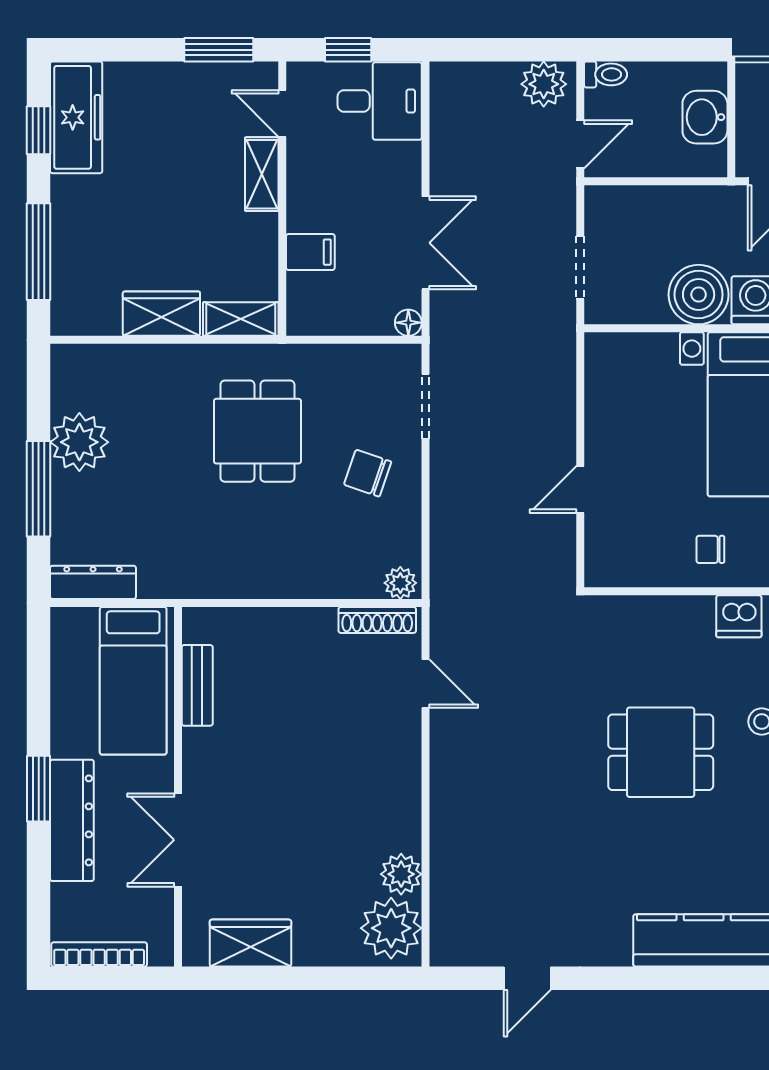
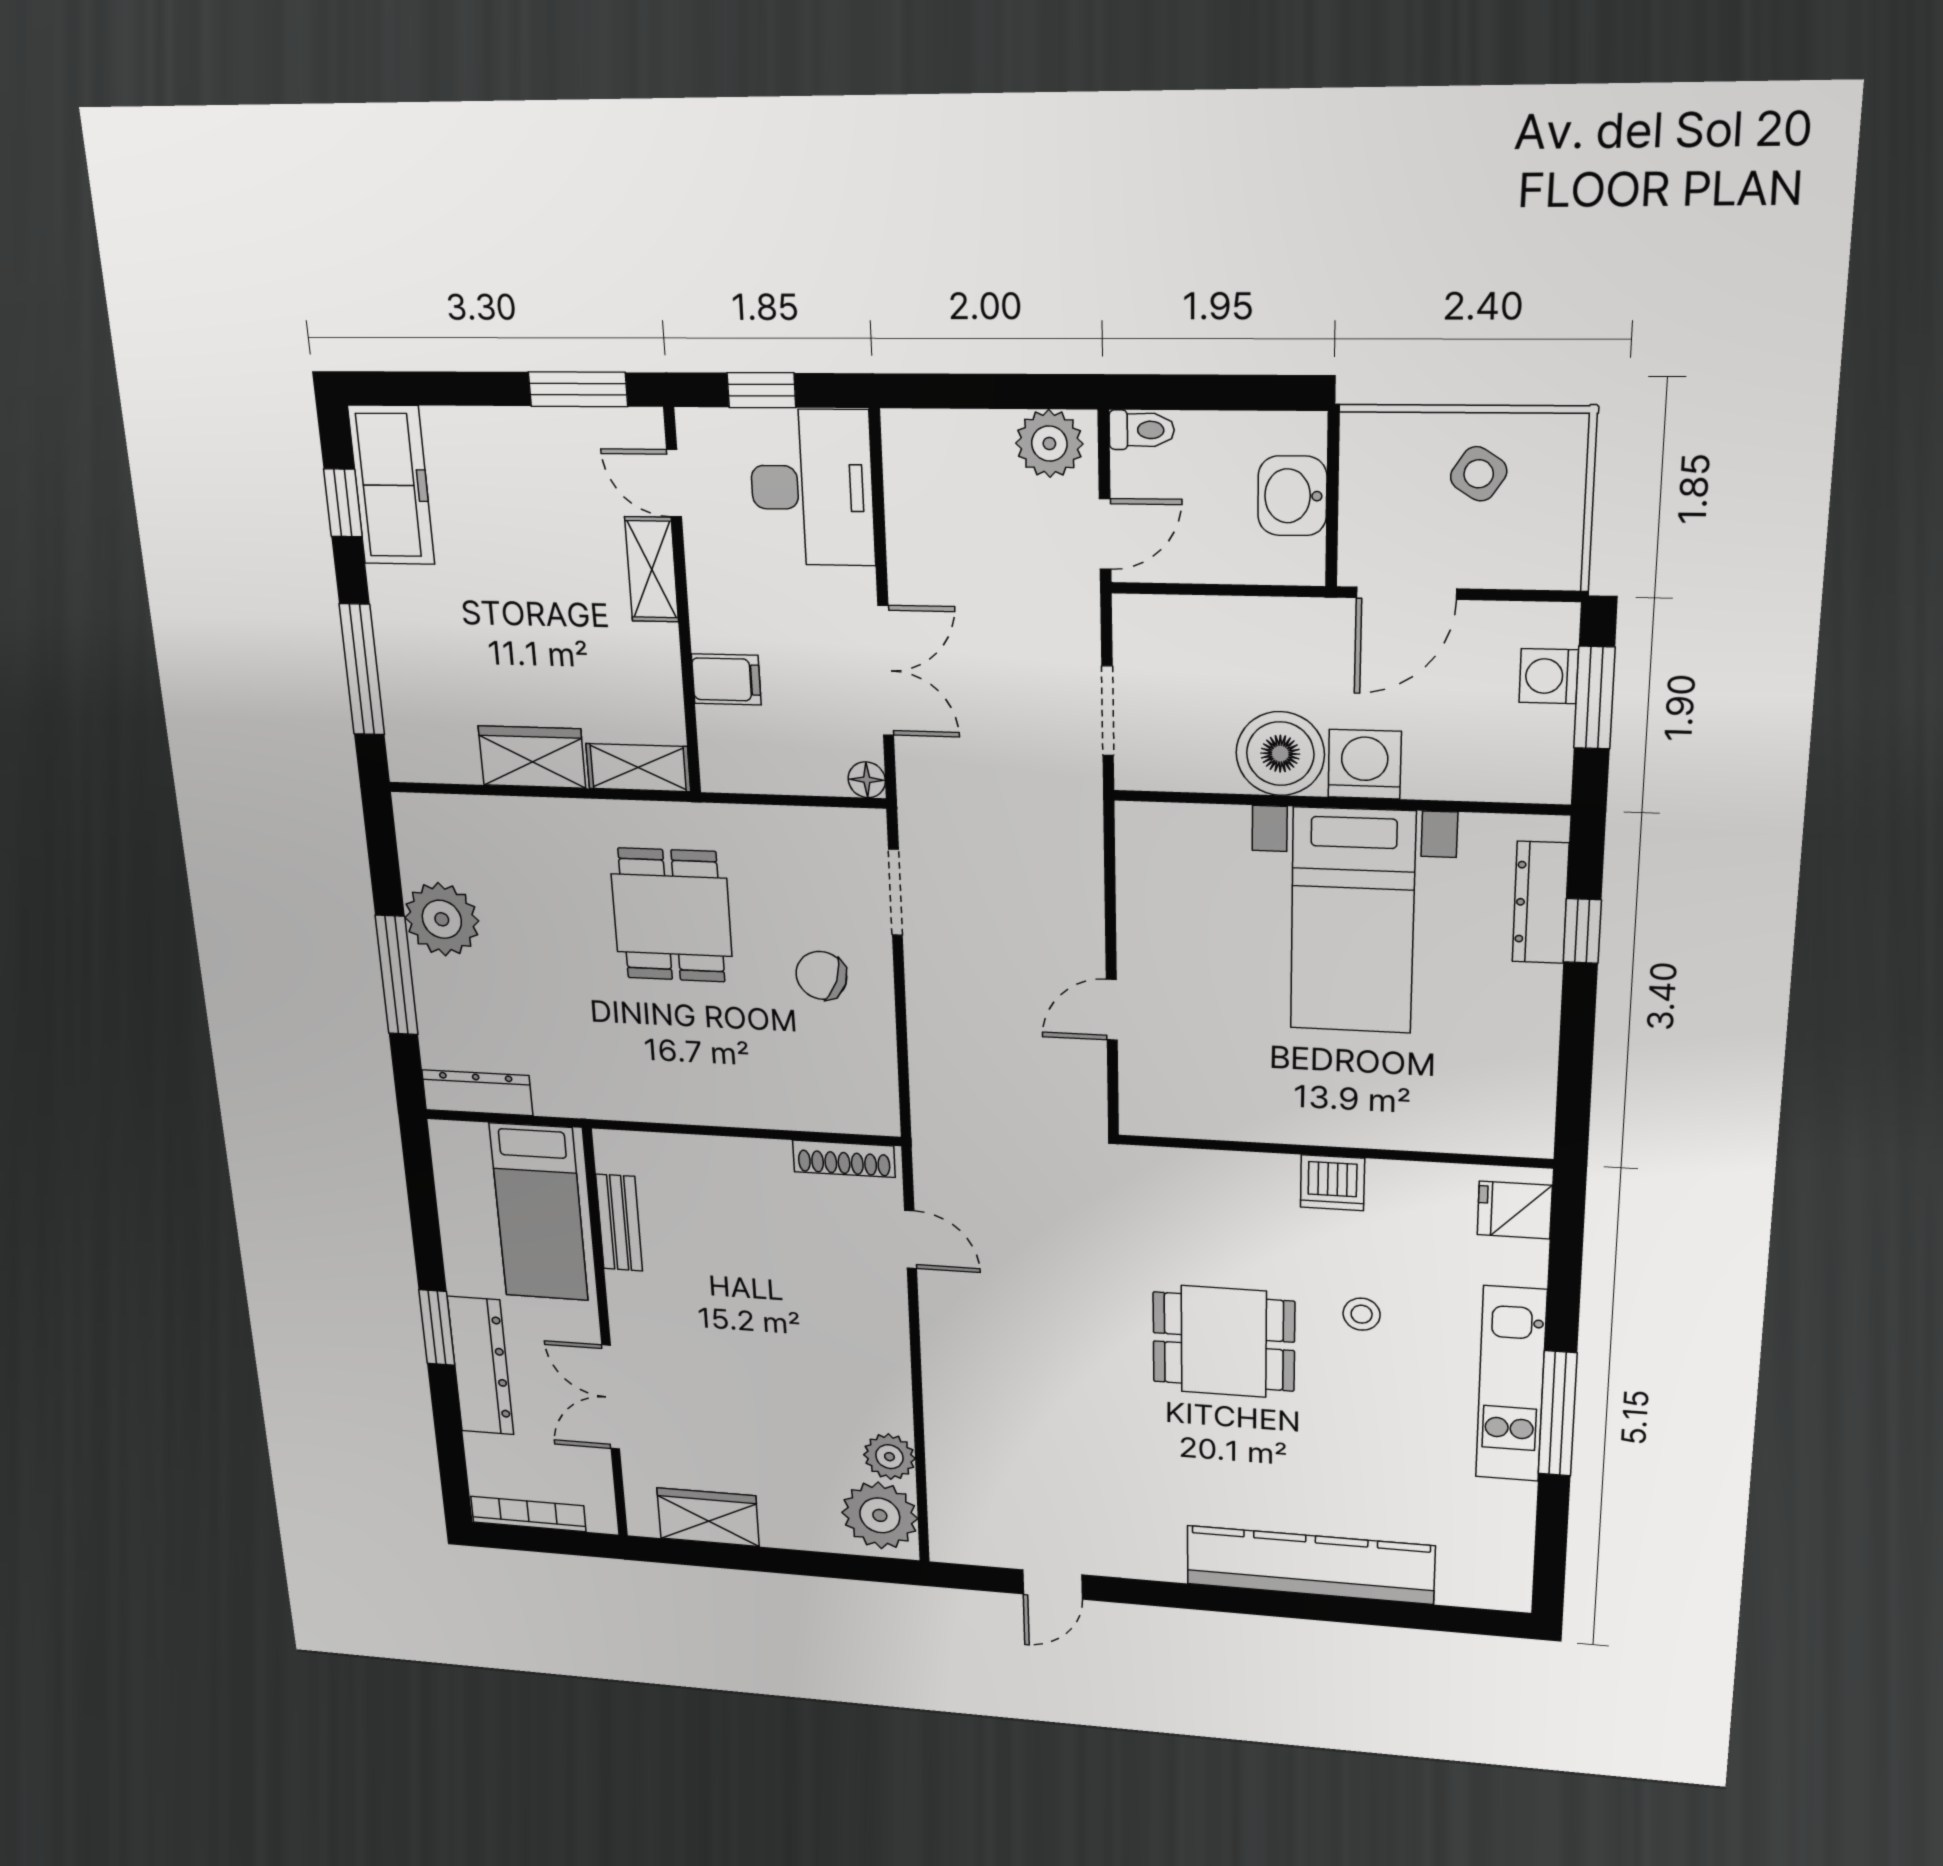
desk: (380, 101) -> (812, 488), width x1.37
chair: (710, 549) -> (1294, 1096), removed
plant: (400, 583) -> (872, 1115), removed

